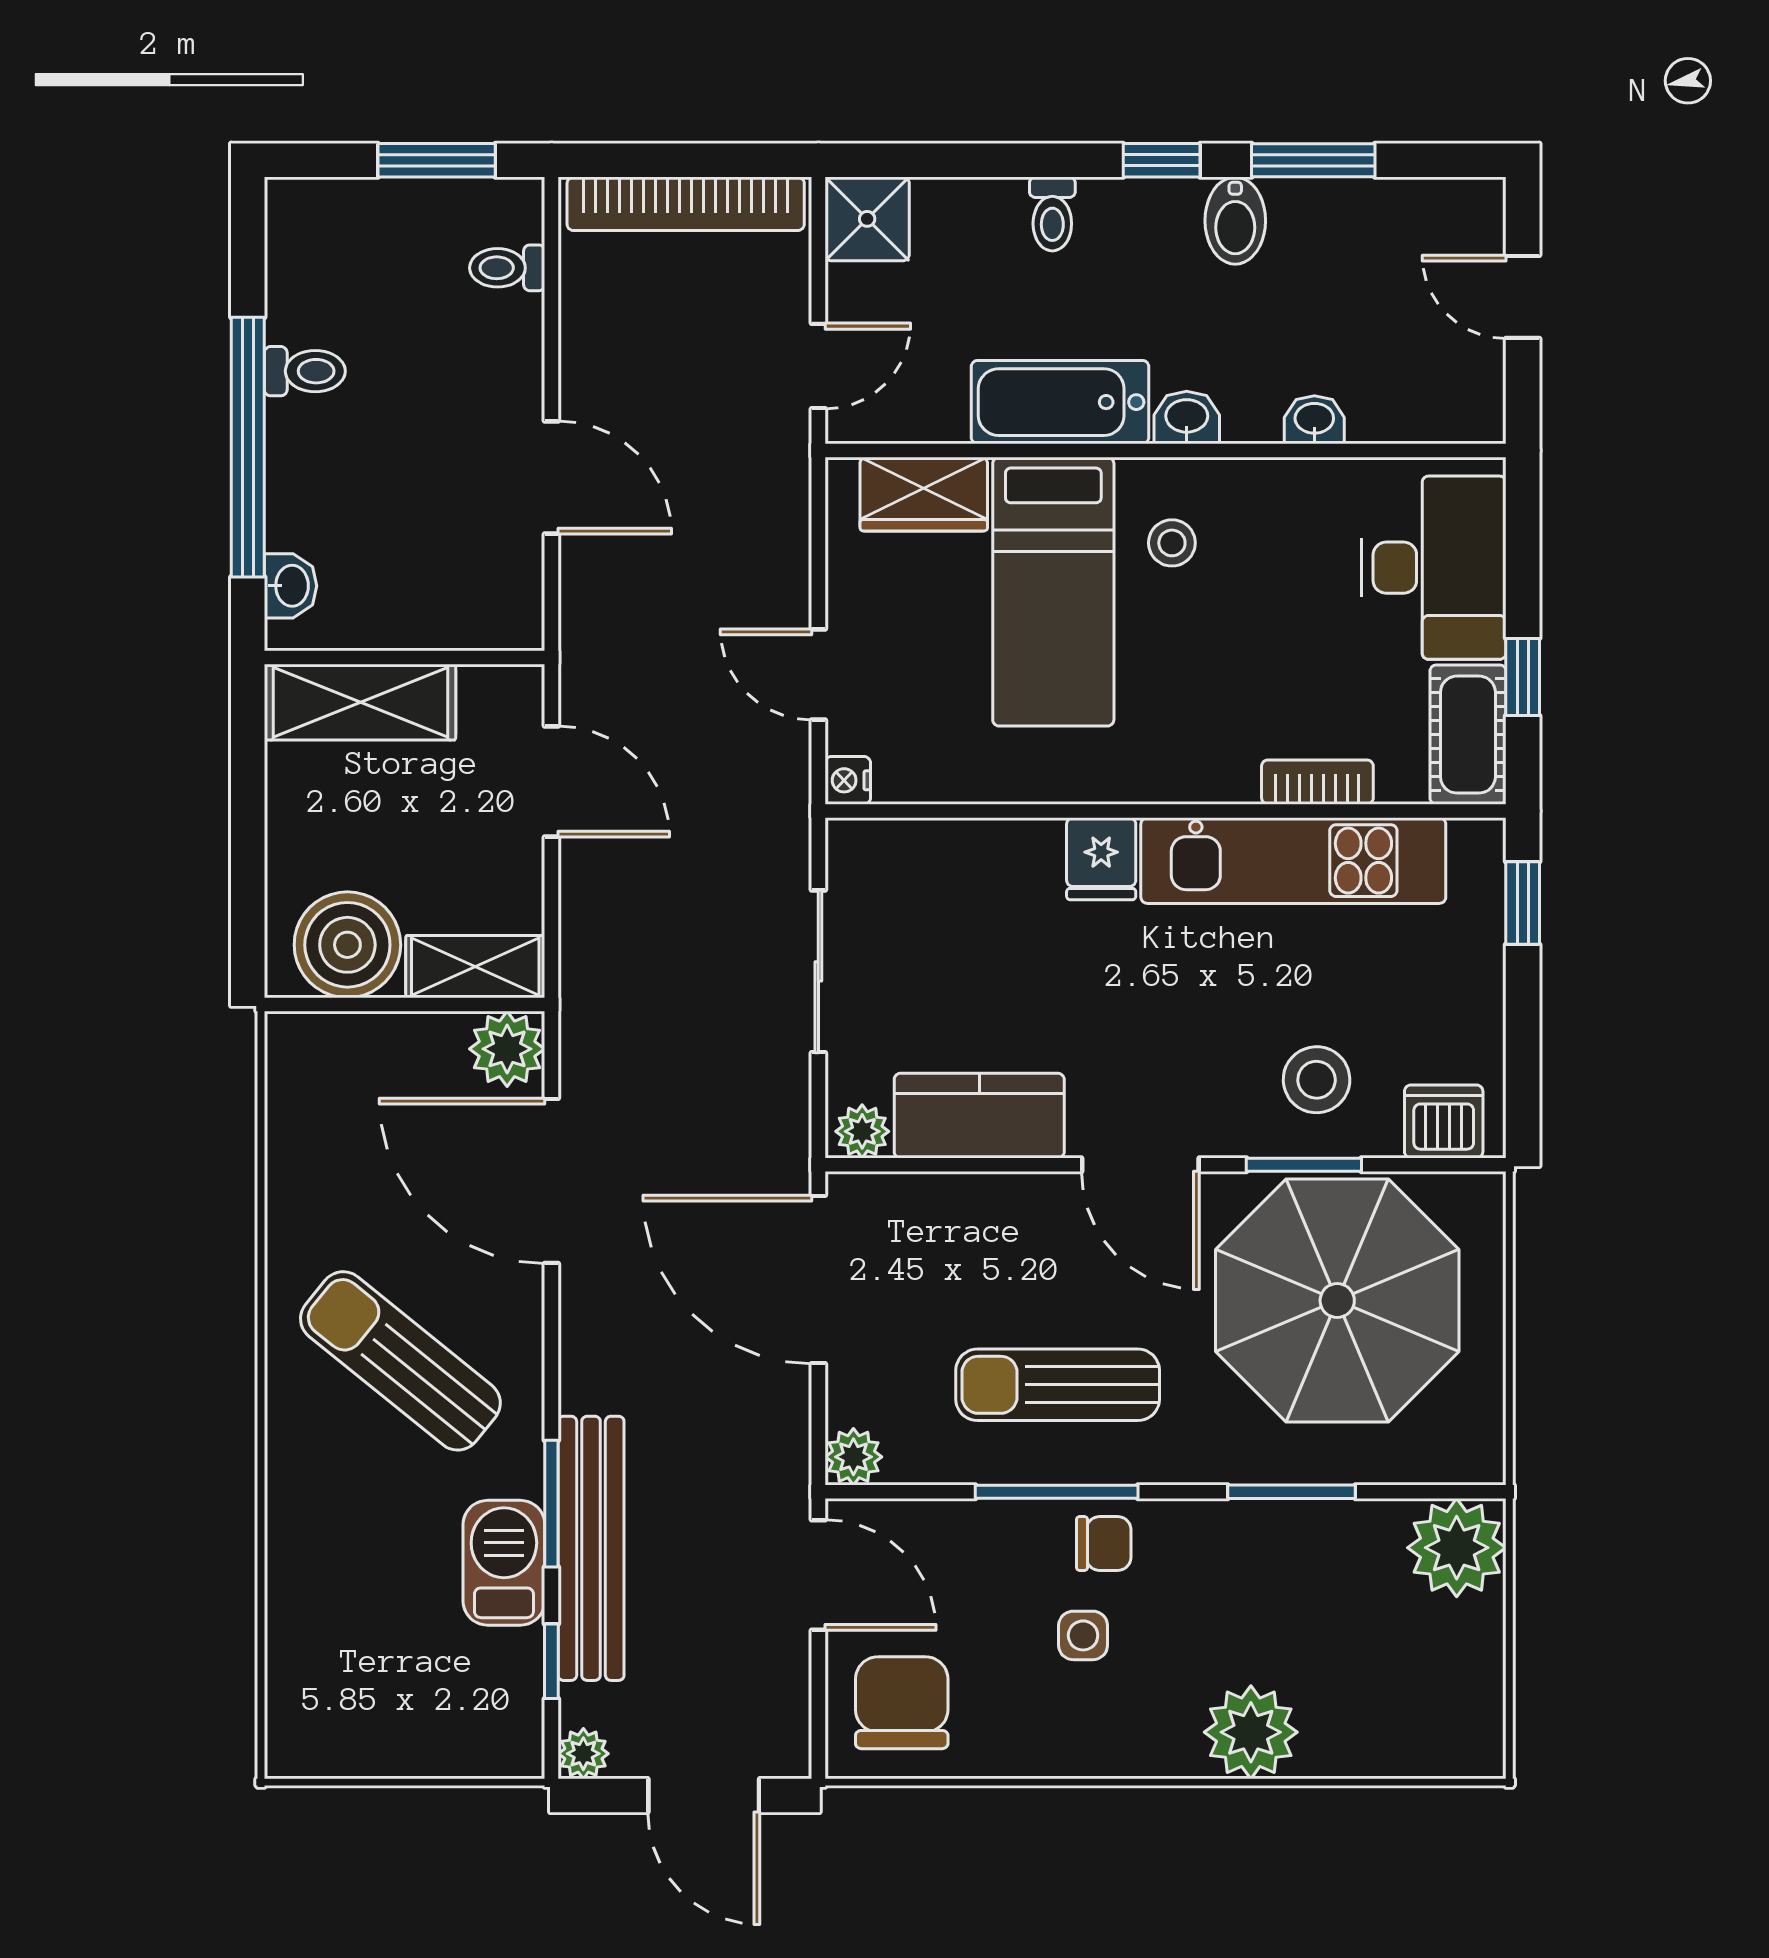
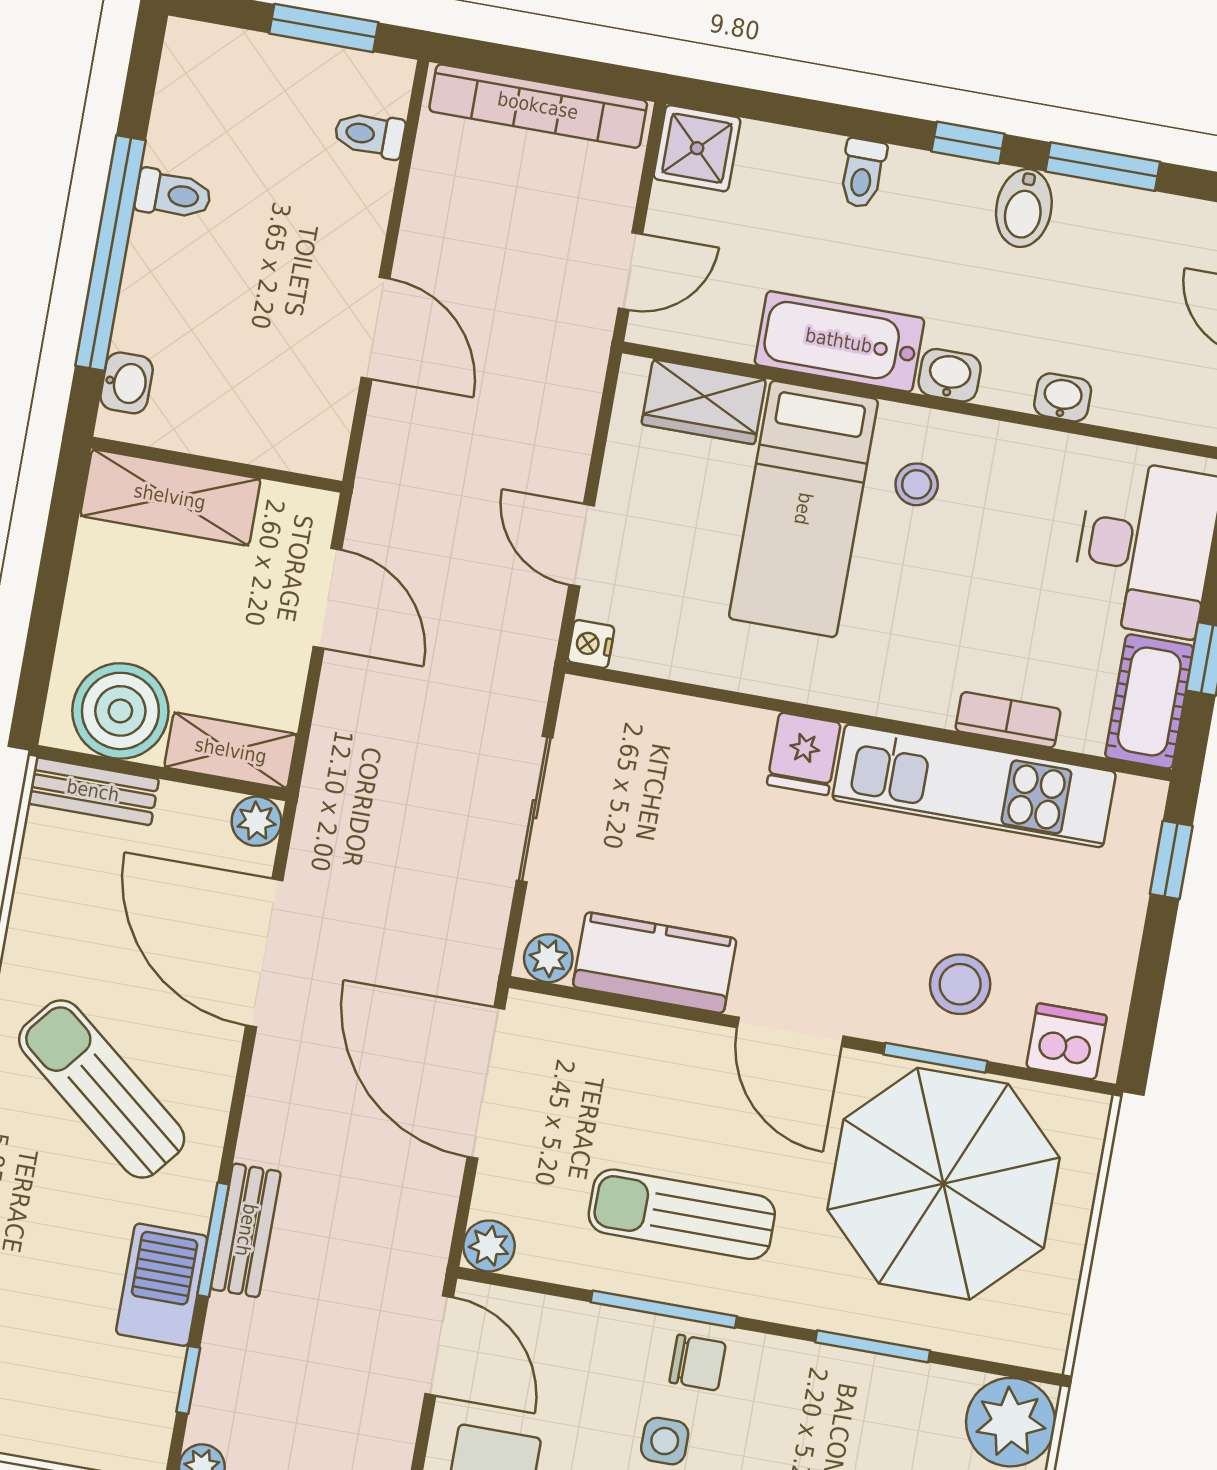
bench: (334, 1038) -> (93, 791), added
plant: (507, 1049) -> (256, 821), width x0.73, depth x0.73
bench: (591, 1548) -> (246, 1230), width x0.54, depth x0.82

